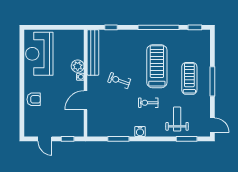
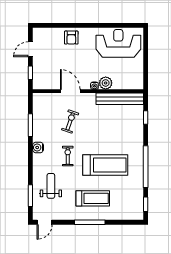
exercise bike: (119, 81) -> (70, 121), moved
weight bench: (177, 119) -> (51, 186), turned -90

